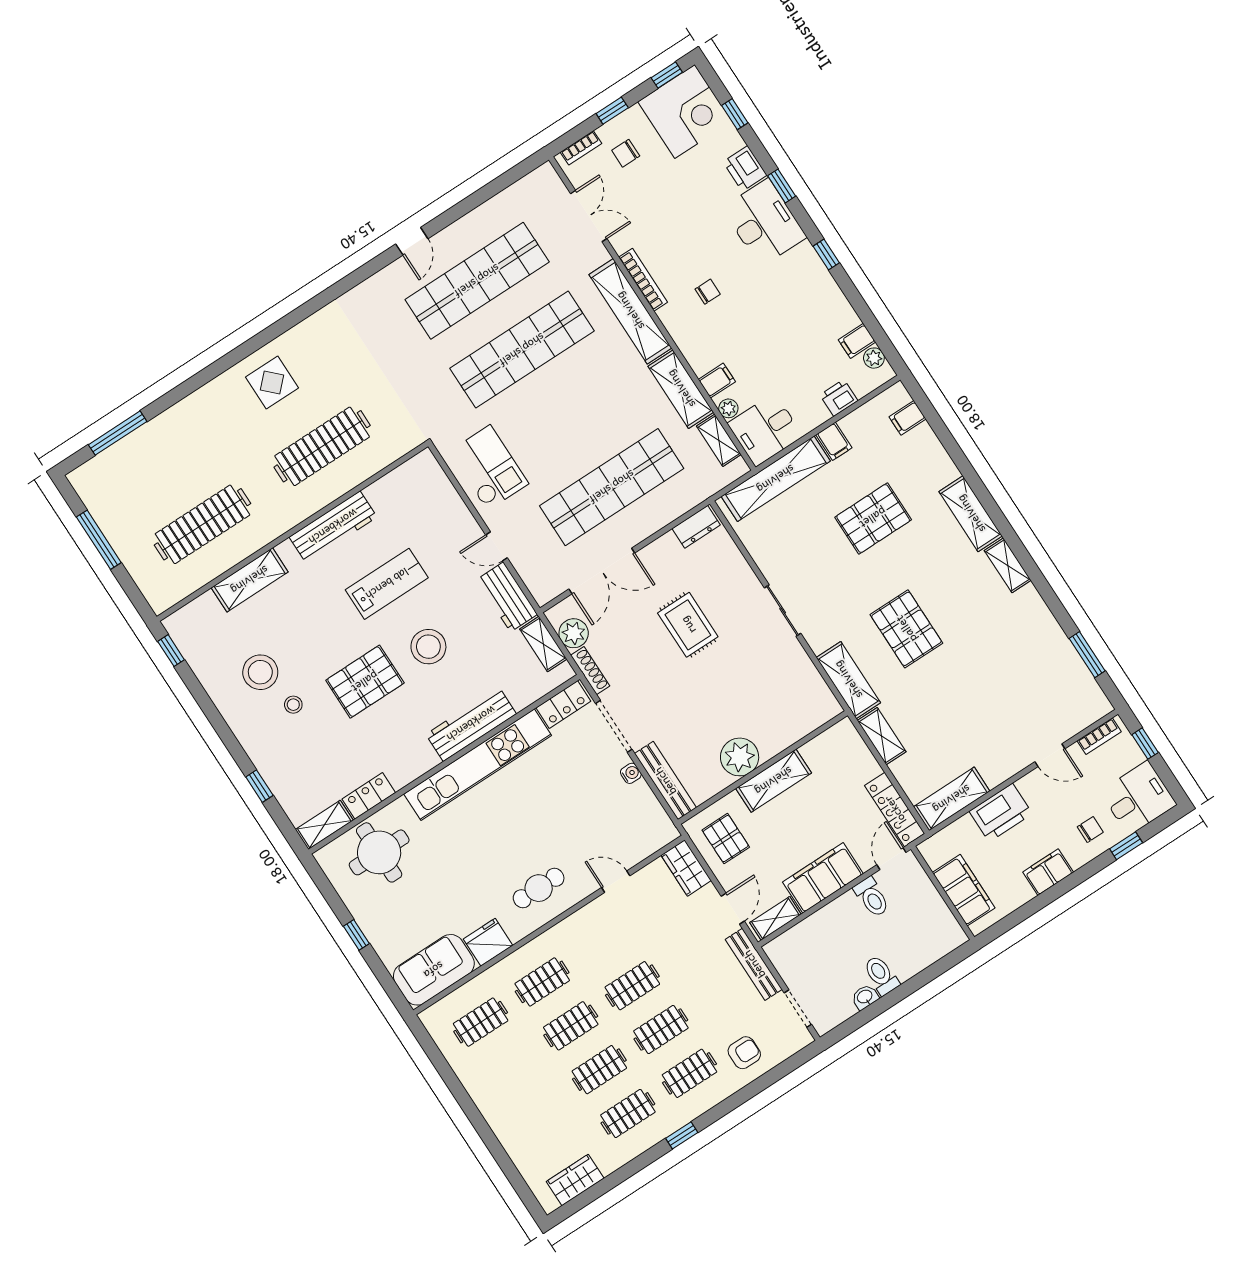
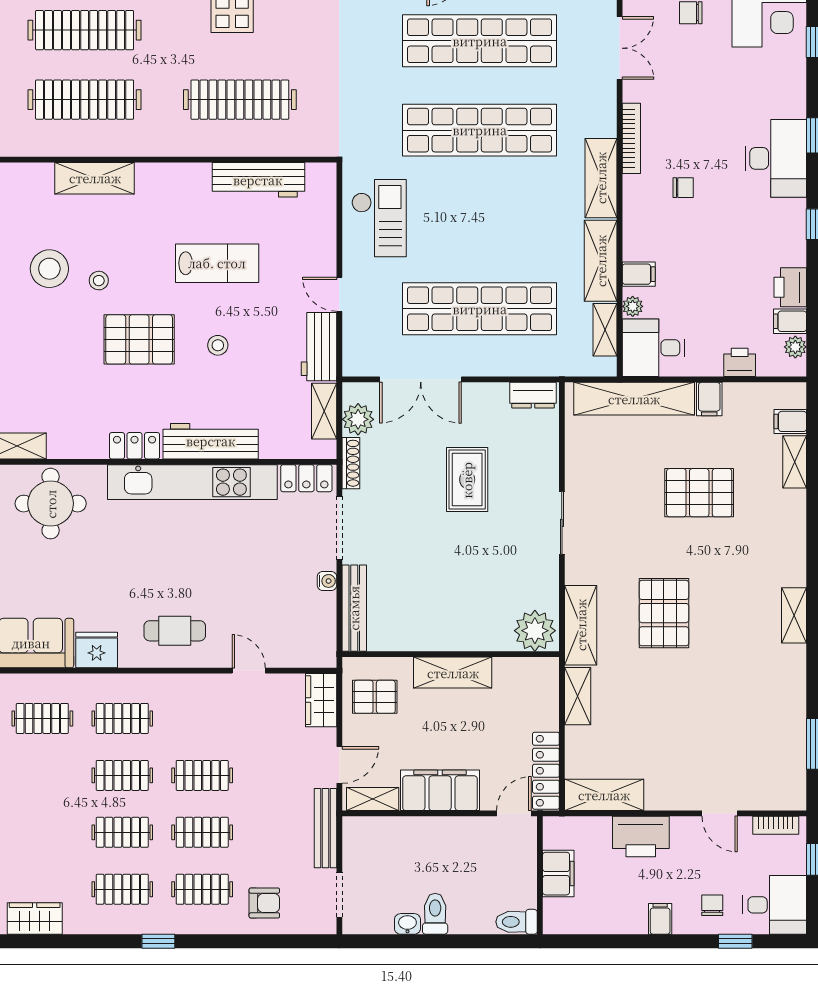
printer: (745, 168) -> (790, 287), moved
shelving: (630, 311) -> (601, 178), width x0.68
clothes rail: (168, 471) -> (85, 30), added
shelving: (971, 514) -> (795, 462), moved, width x0.67, depth x0.75
workbench: (333, 527) -> (258, 180), moved
stool: (428, 647) -> (218, 345), width x0.53, depth x0.53
stool: (293, 705) -> (99, 281), moved
plant: (740, 757) -> (535, 631), moved
locker: (369, 796) -> (135, 446), moved
chair: (1090, 830) -> (712, 905), turned -90
pallet: (726, 839) -> (375, 697), turned 90
filing cabinet: (1048, 872) -> (660, 919), width x0.50
filing cabinet: (964, 890) -> (558, 874), width x0.67, depth x0.86
toilet: (872, 897) -> (517, 922), moved, turned 90

